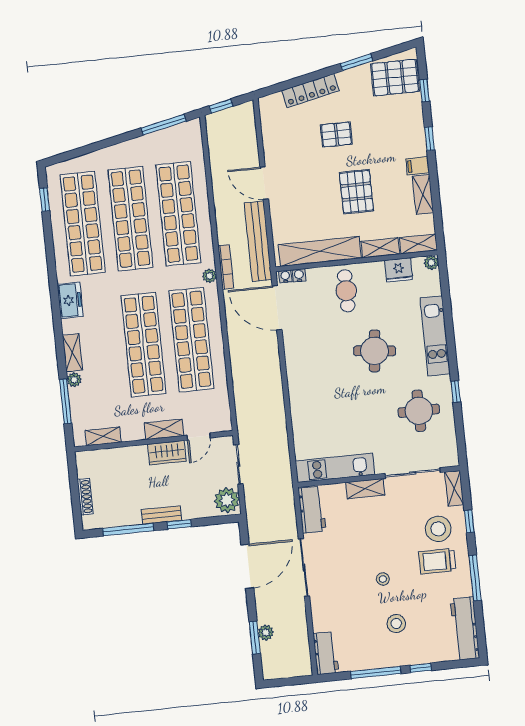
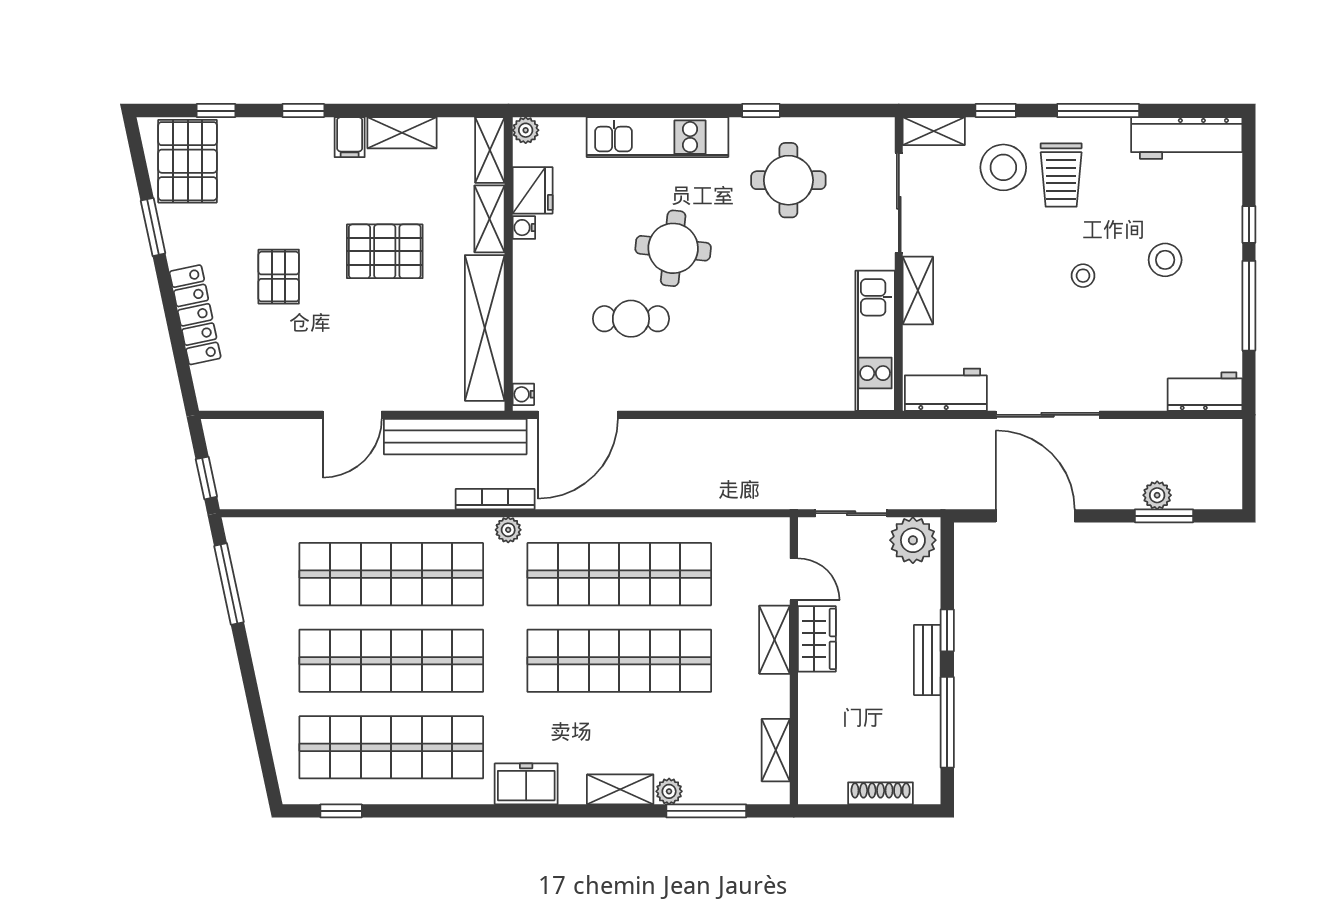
water cooler: (299, 275) -> (524, 228), moved
cafe table: (346, 291) -> (631, 319), moved

